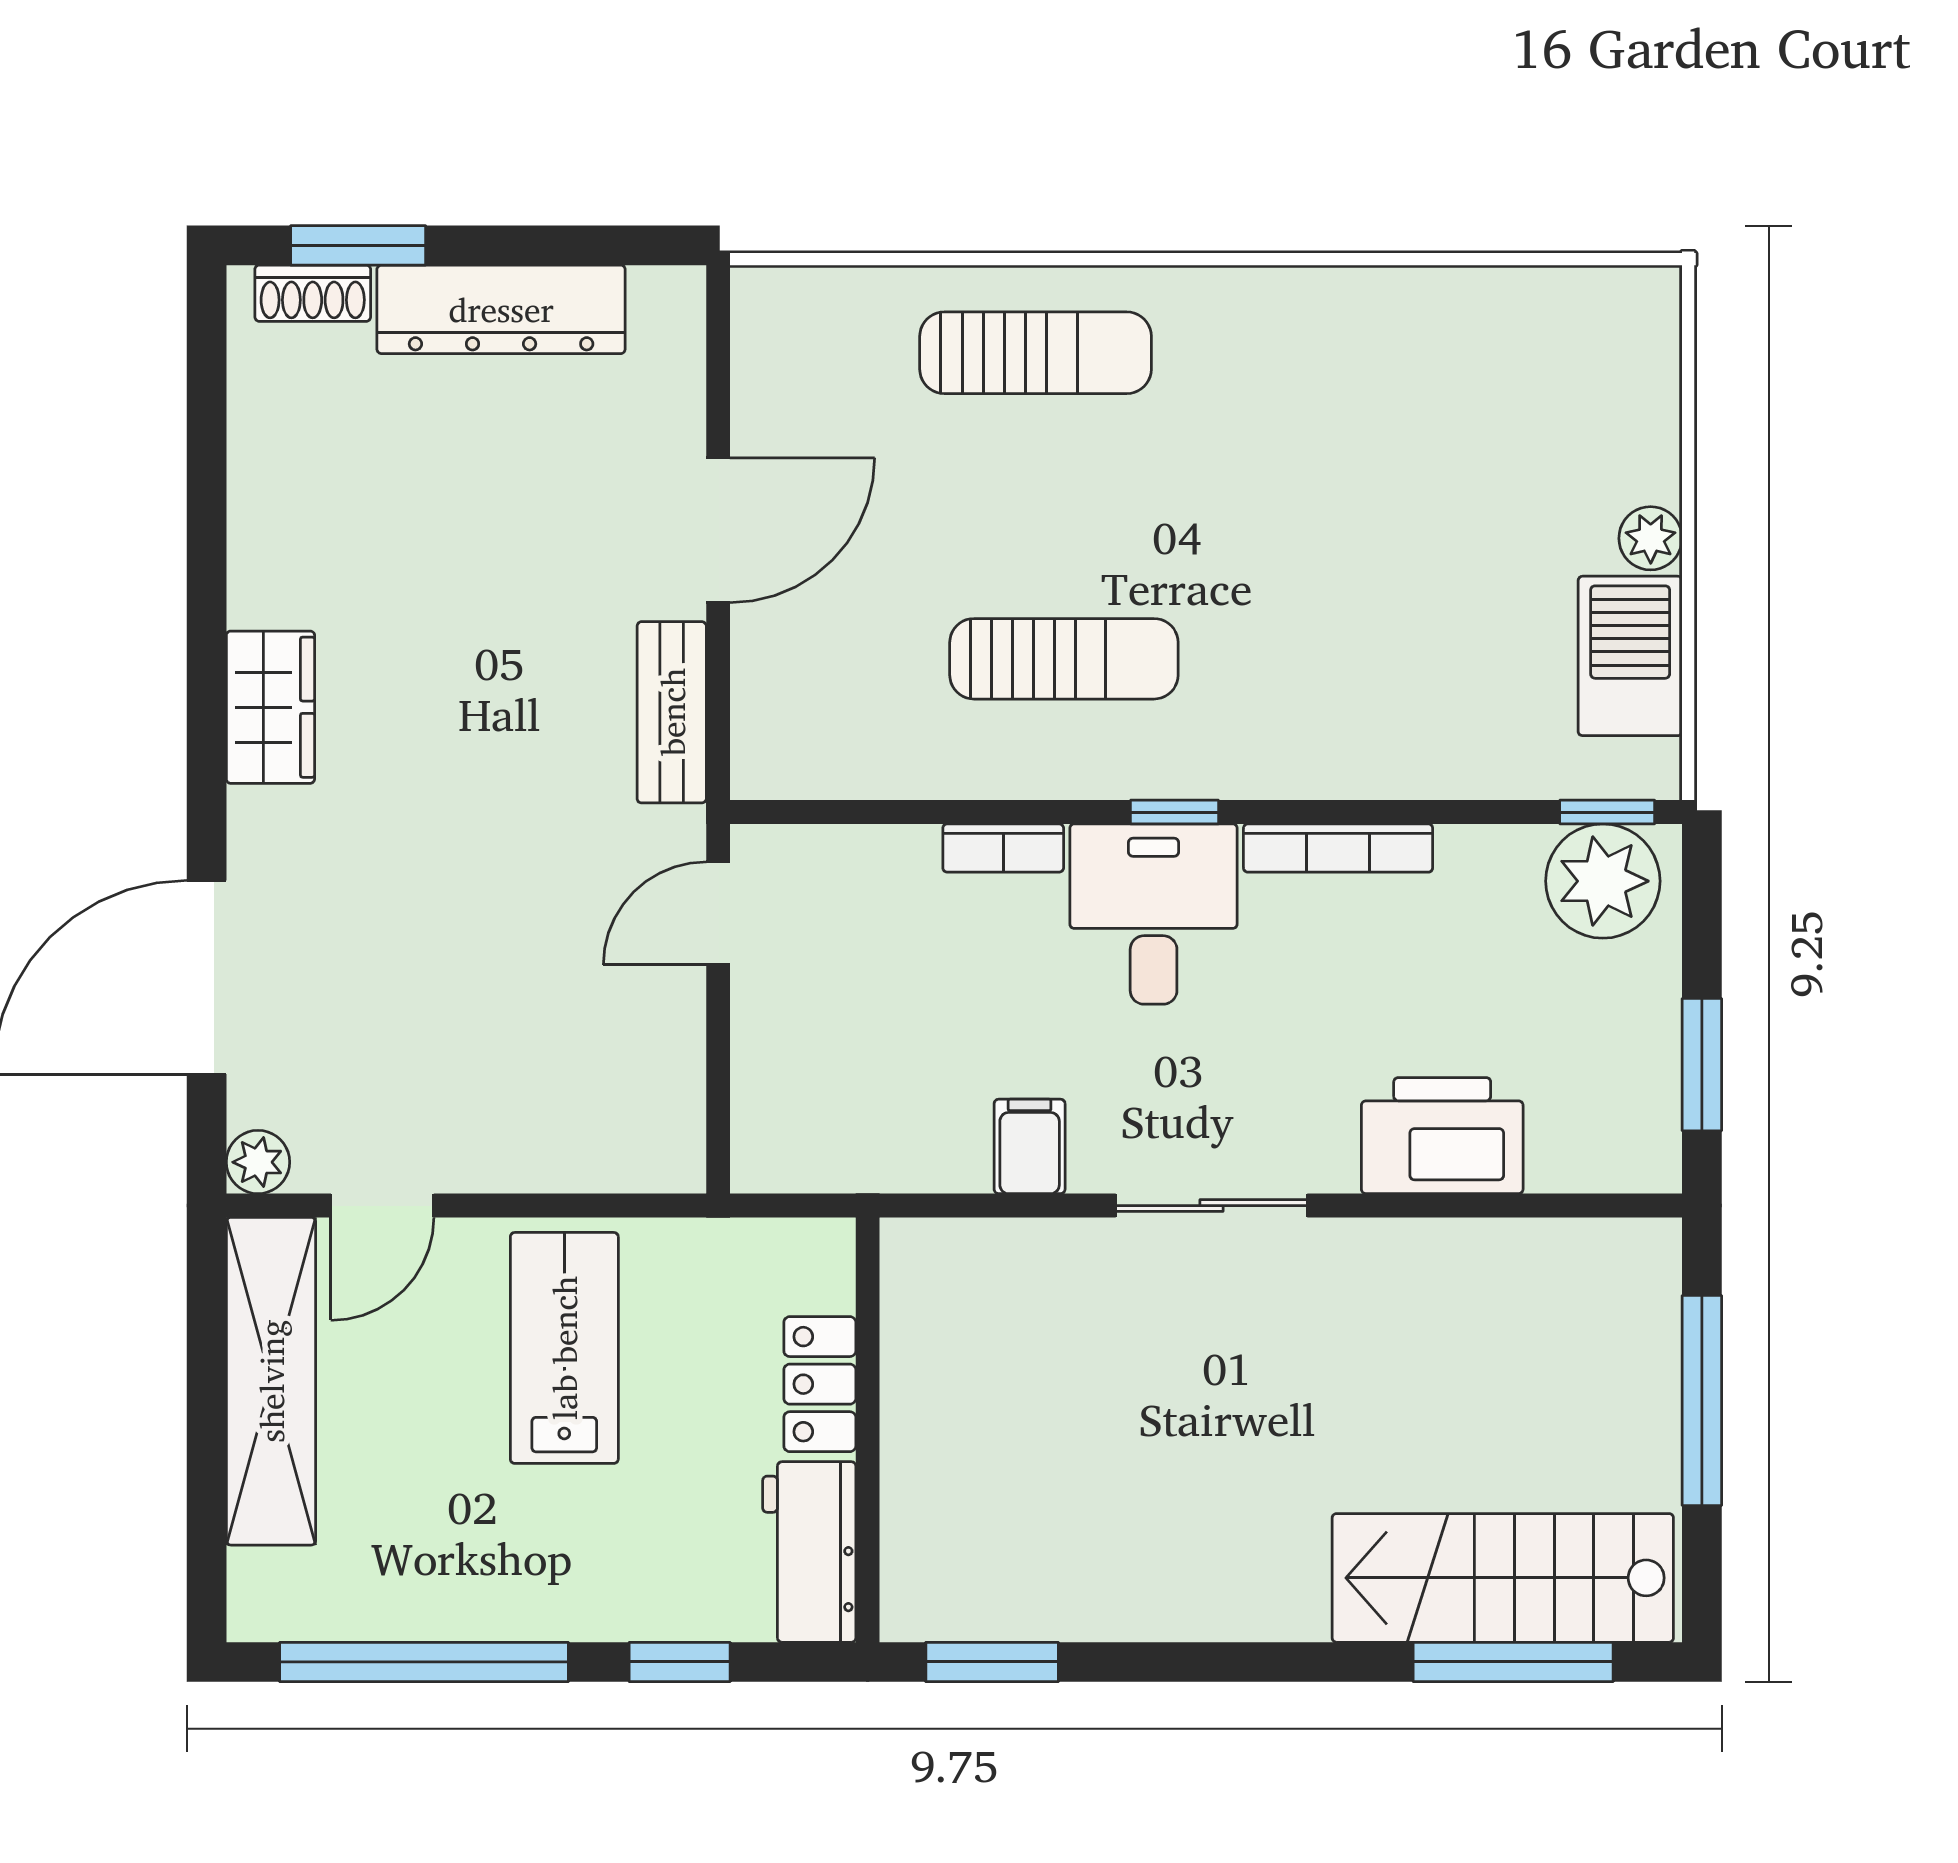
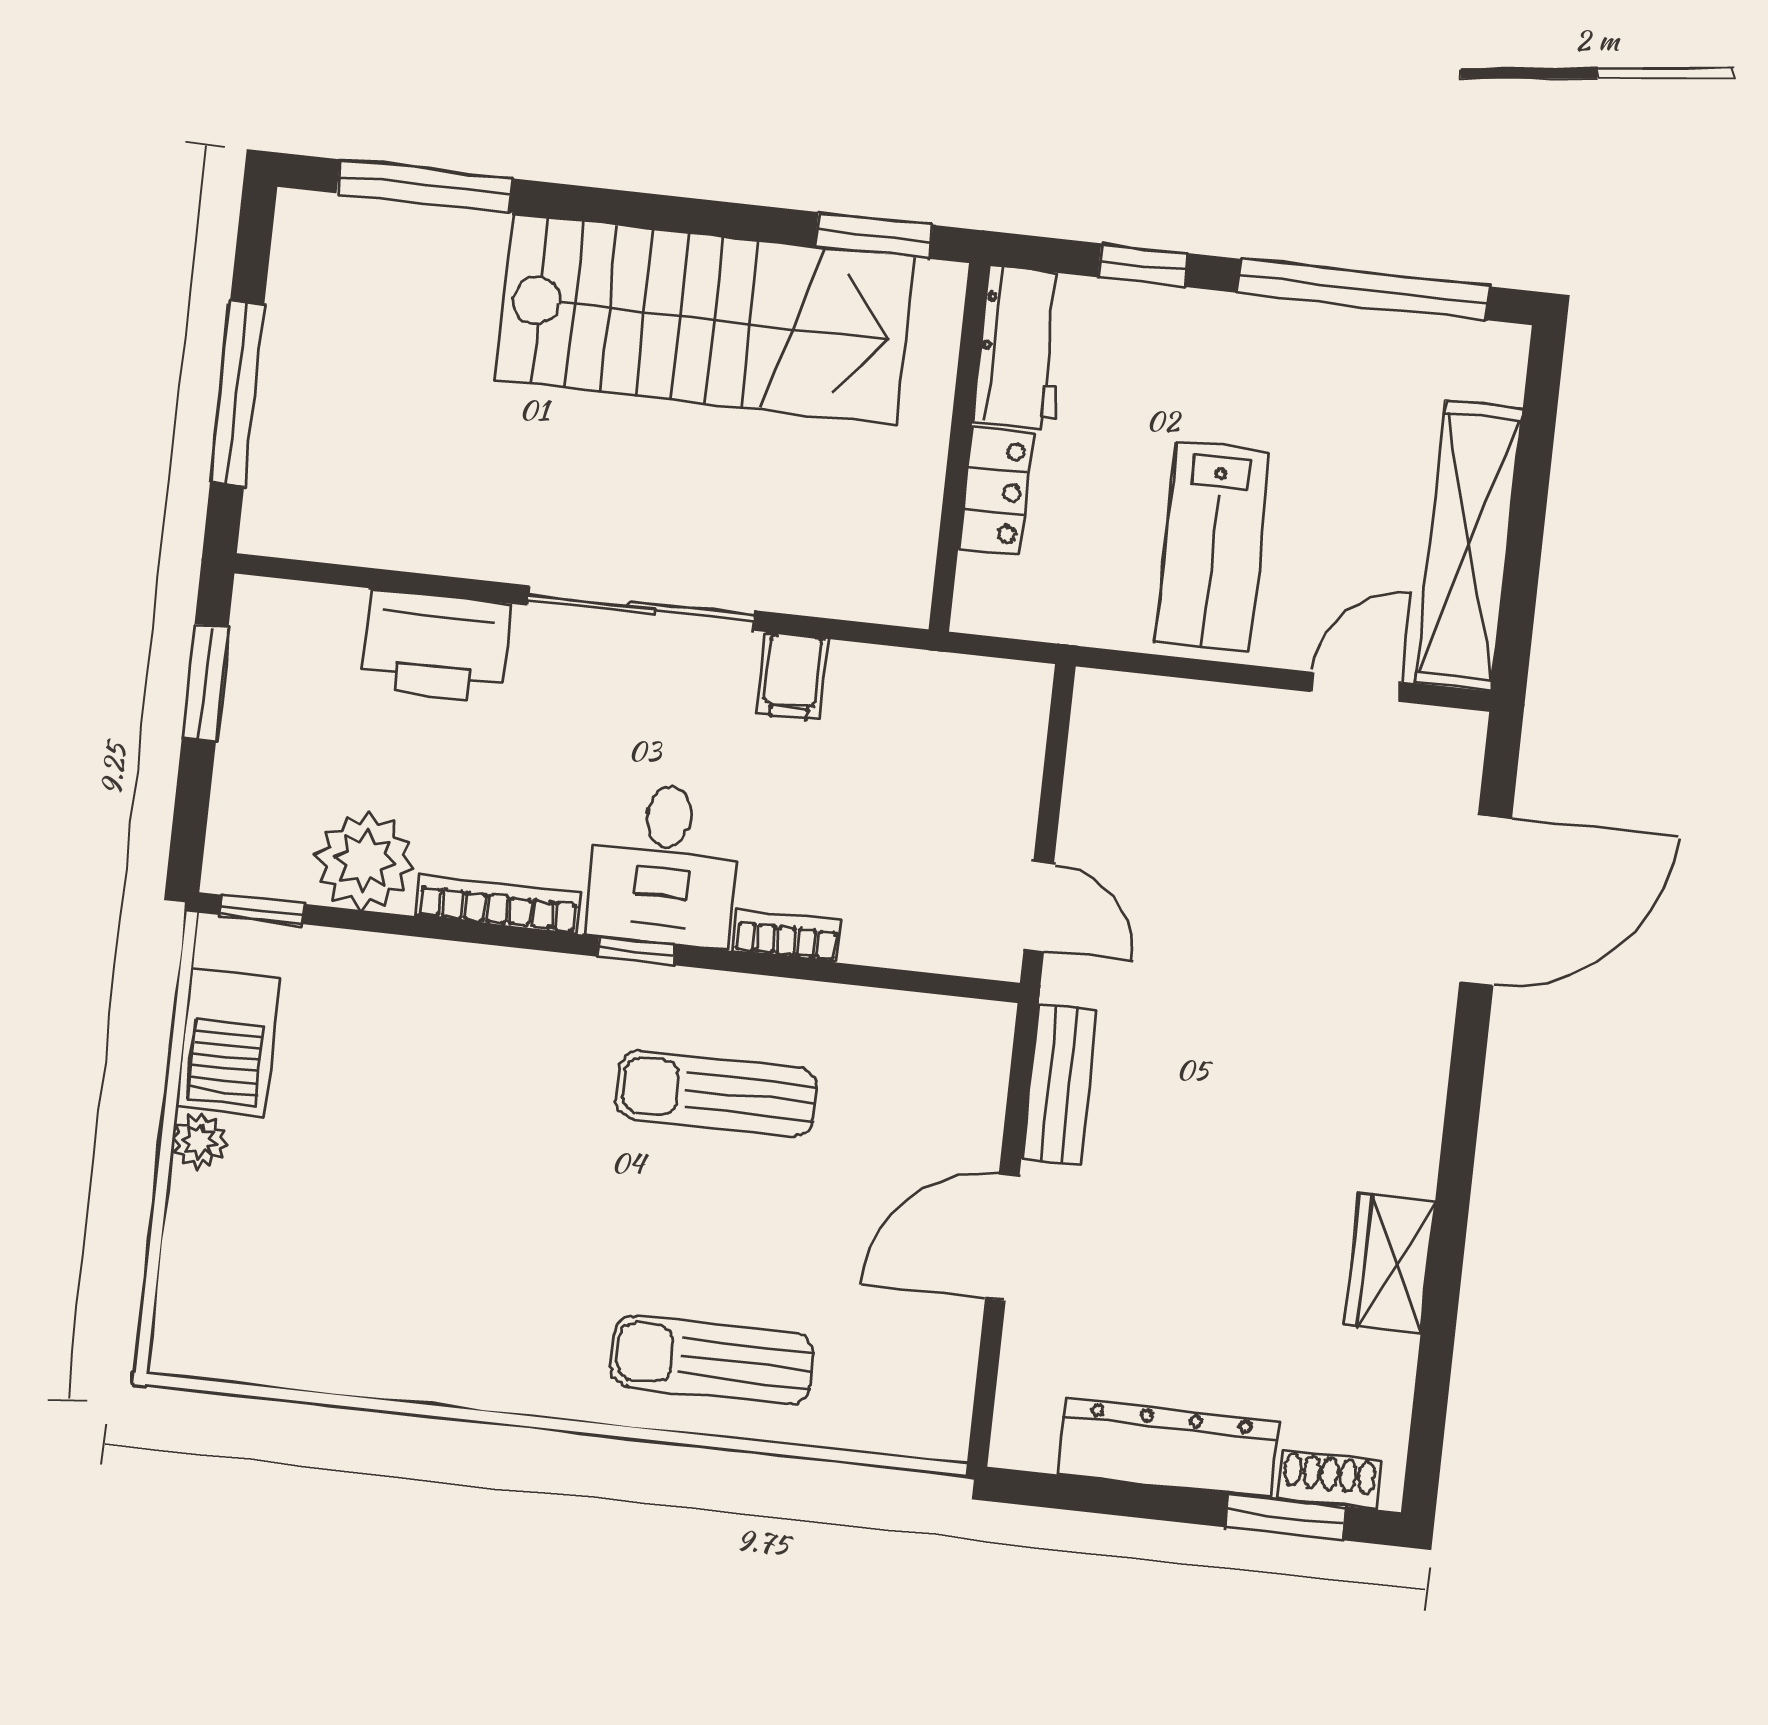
wardrobe: (270, 707) -> (1390, 1263), moved
plant: (1603, 881) -> (365, 861), moved
door: (718, 913) -> (1039, 907), hinge flipped
plant: (258, 1162) -> (1459, 736), removed
sliding door: (1211, 1206) -> (641, 608), width x1.37
stairs: (1503, 1578) -> (705, 319), moved, width x1.36, depth x1.51

